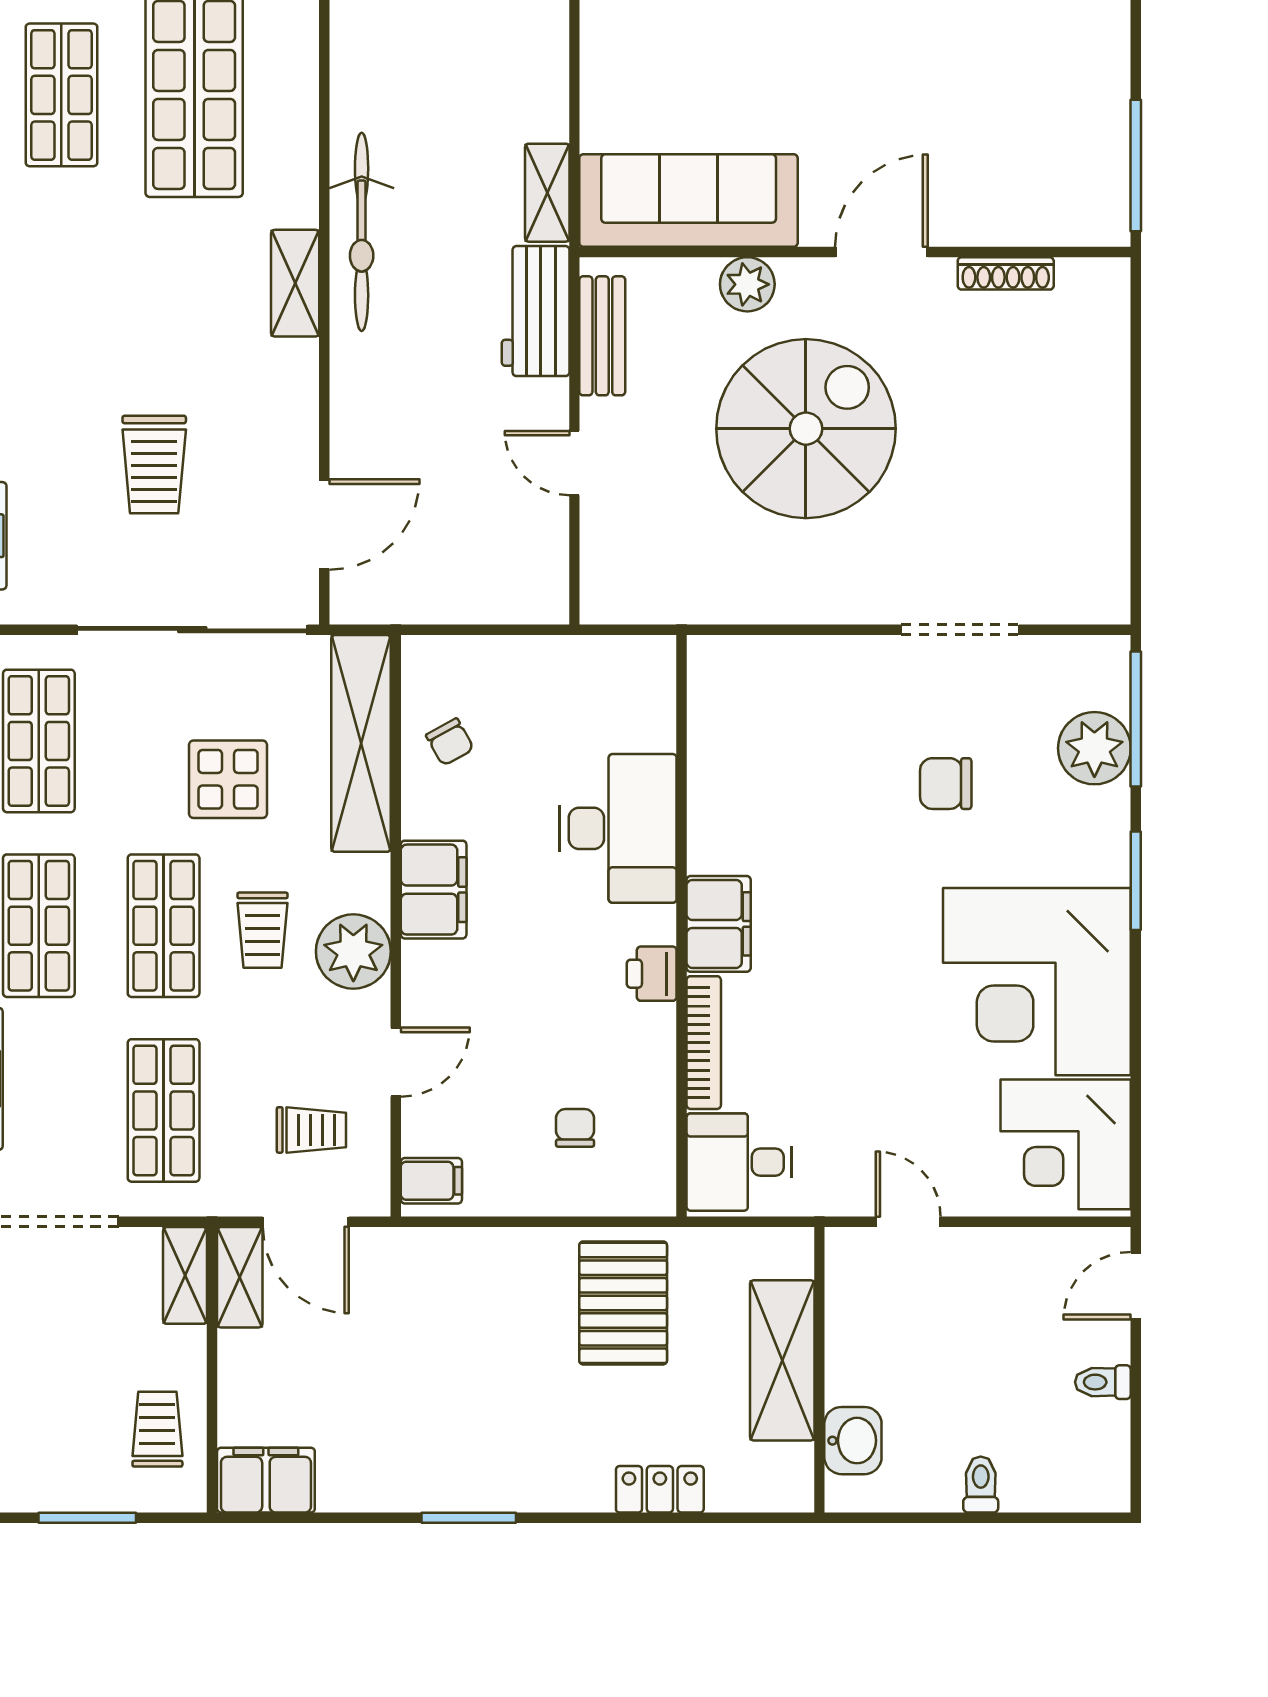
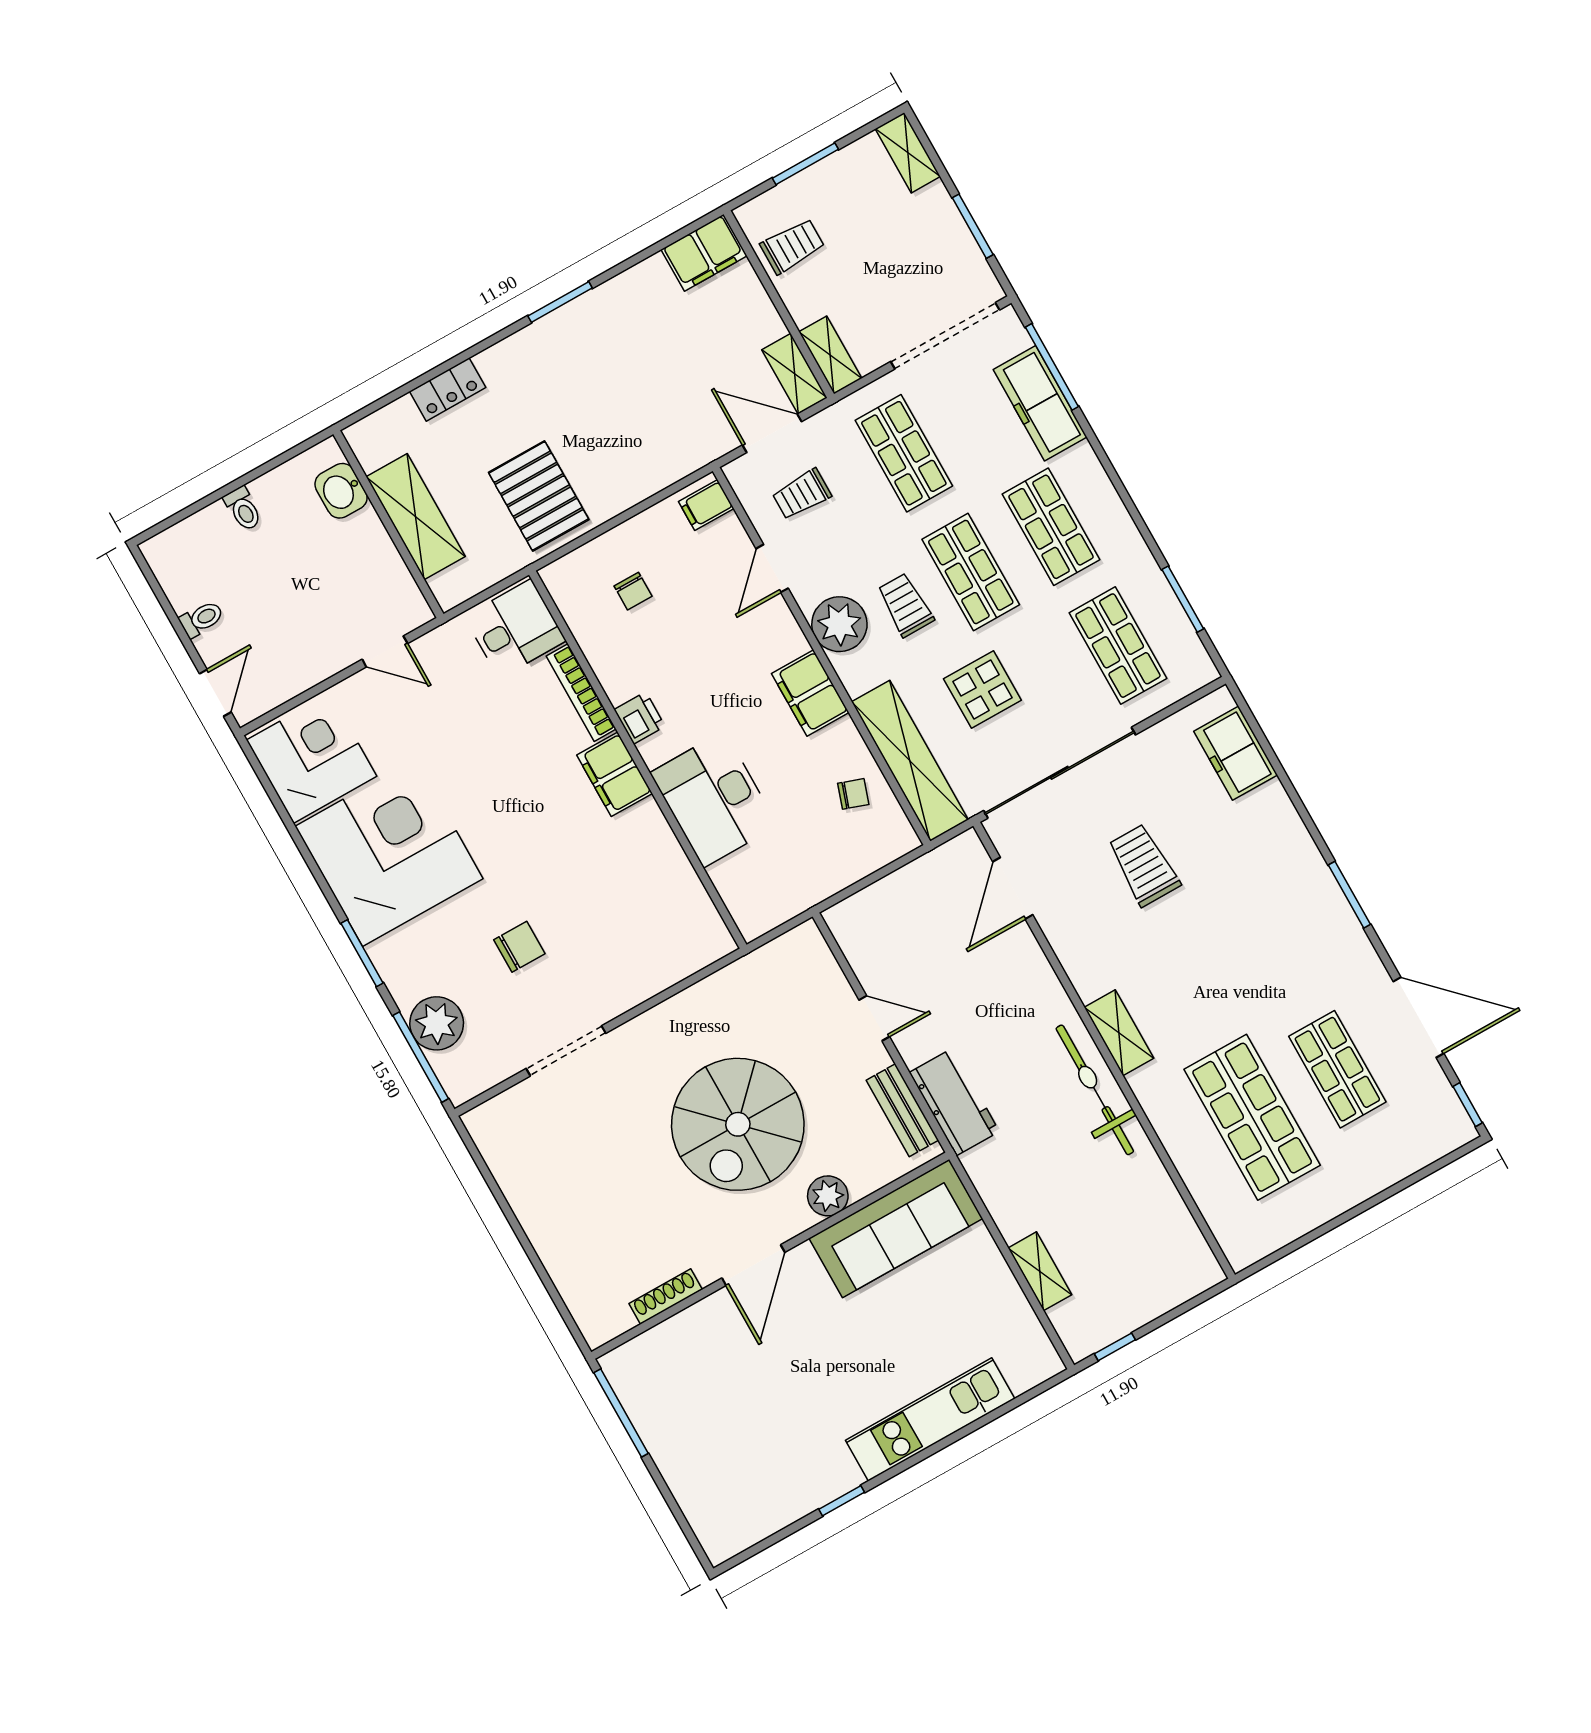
shelving: (547, 193) -> (1040, 1271), moved
chair: (450, 742) -> (853, 794), turned 138
trolley: (157, 1429) -> (792, 246), turned -90

